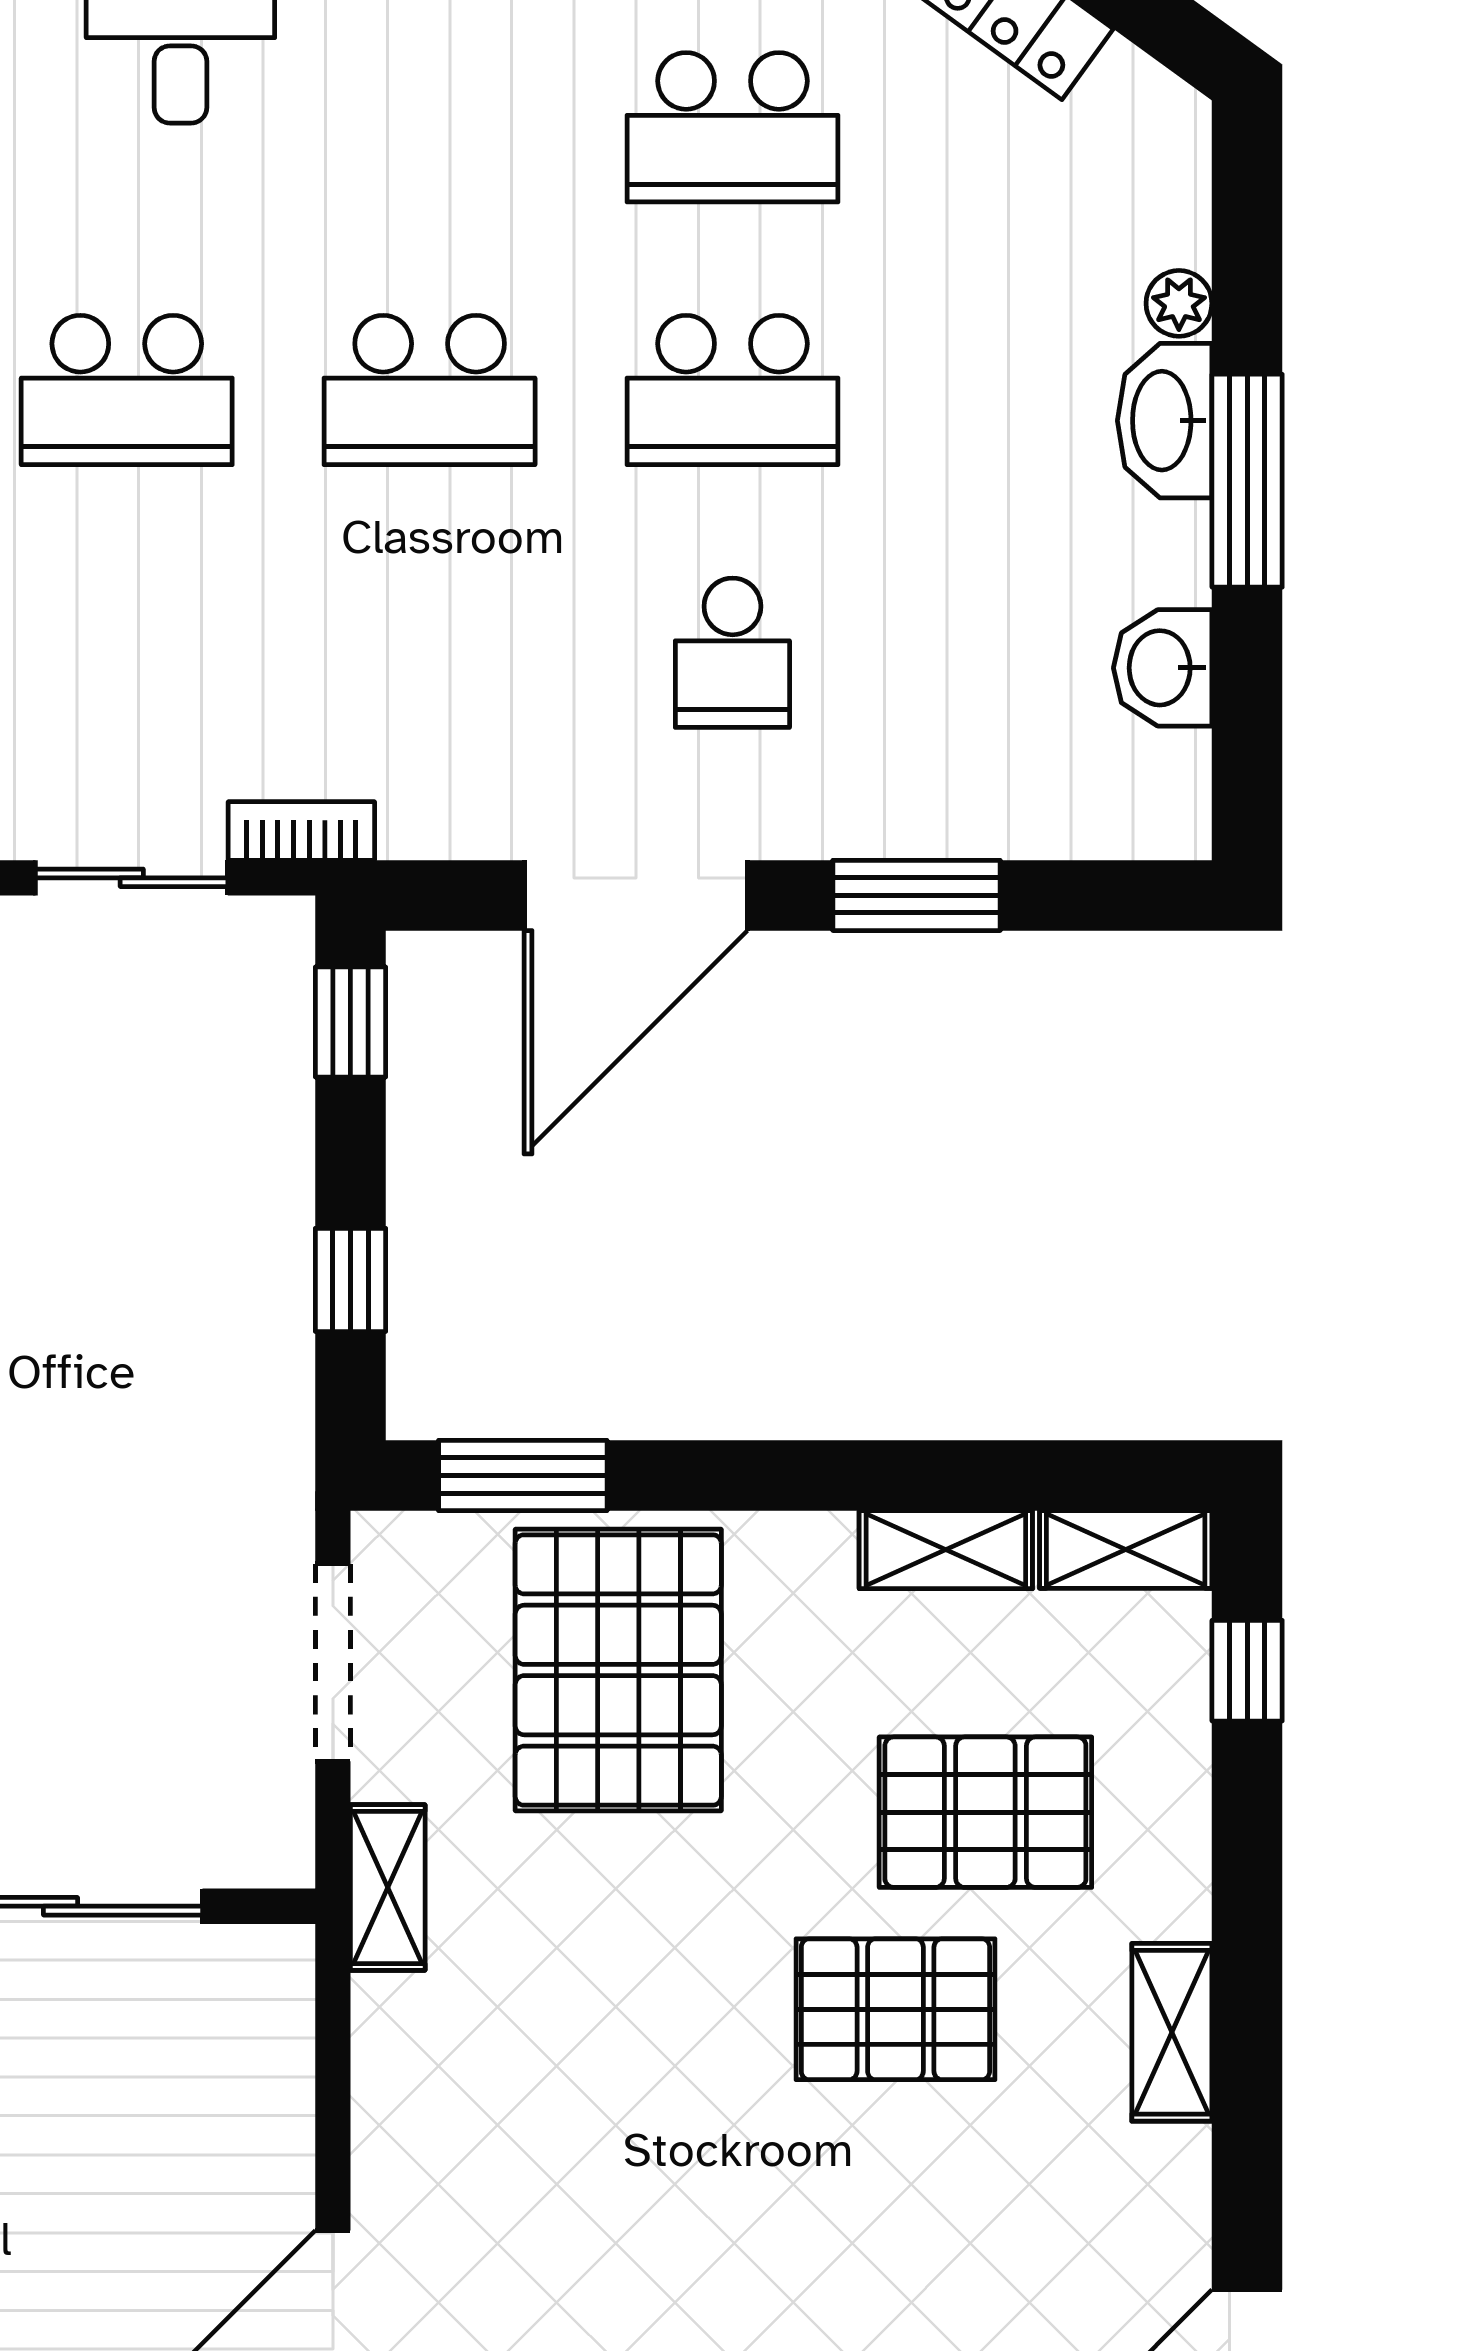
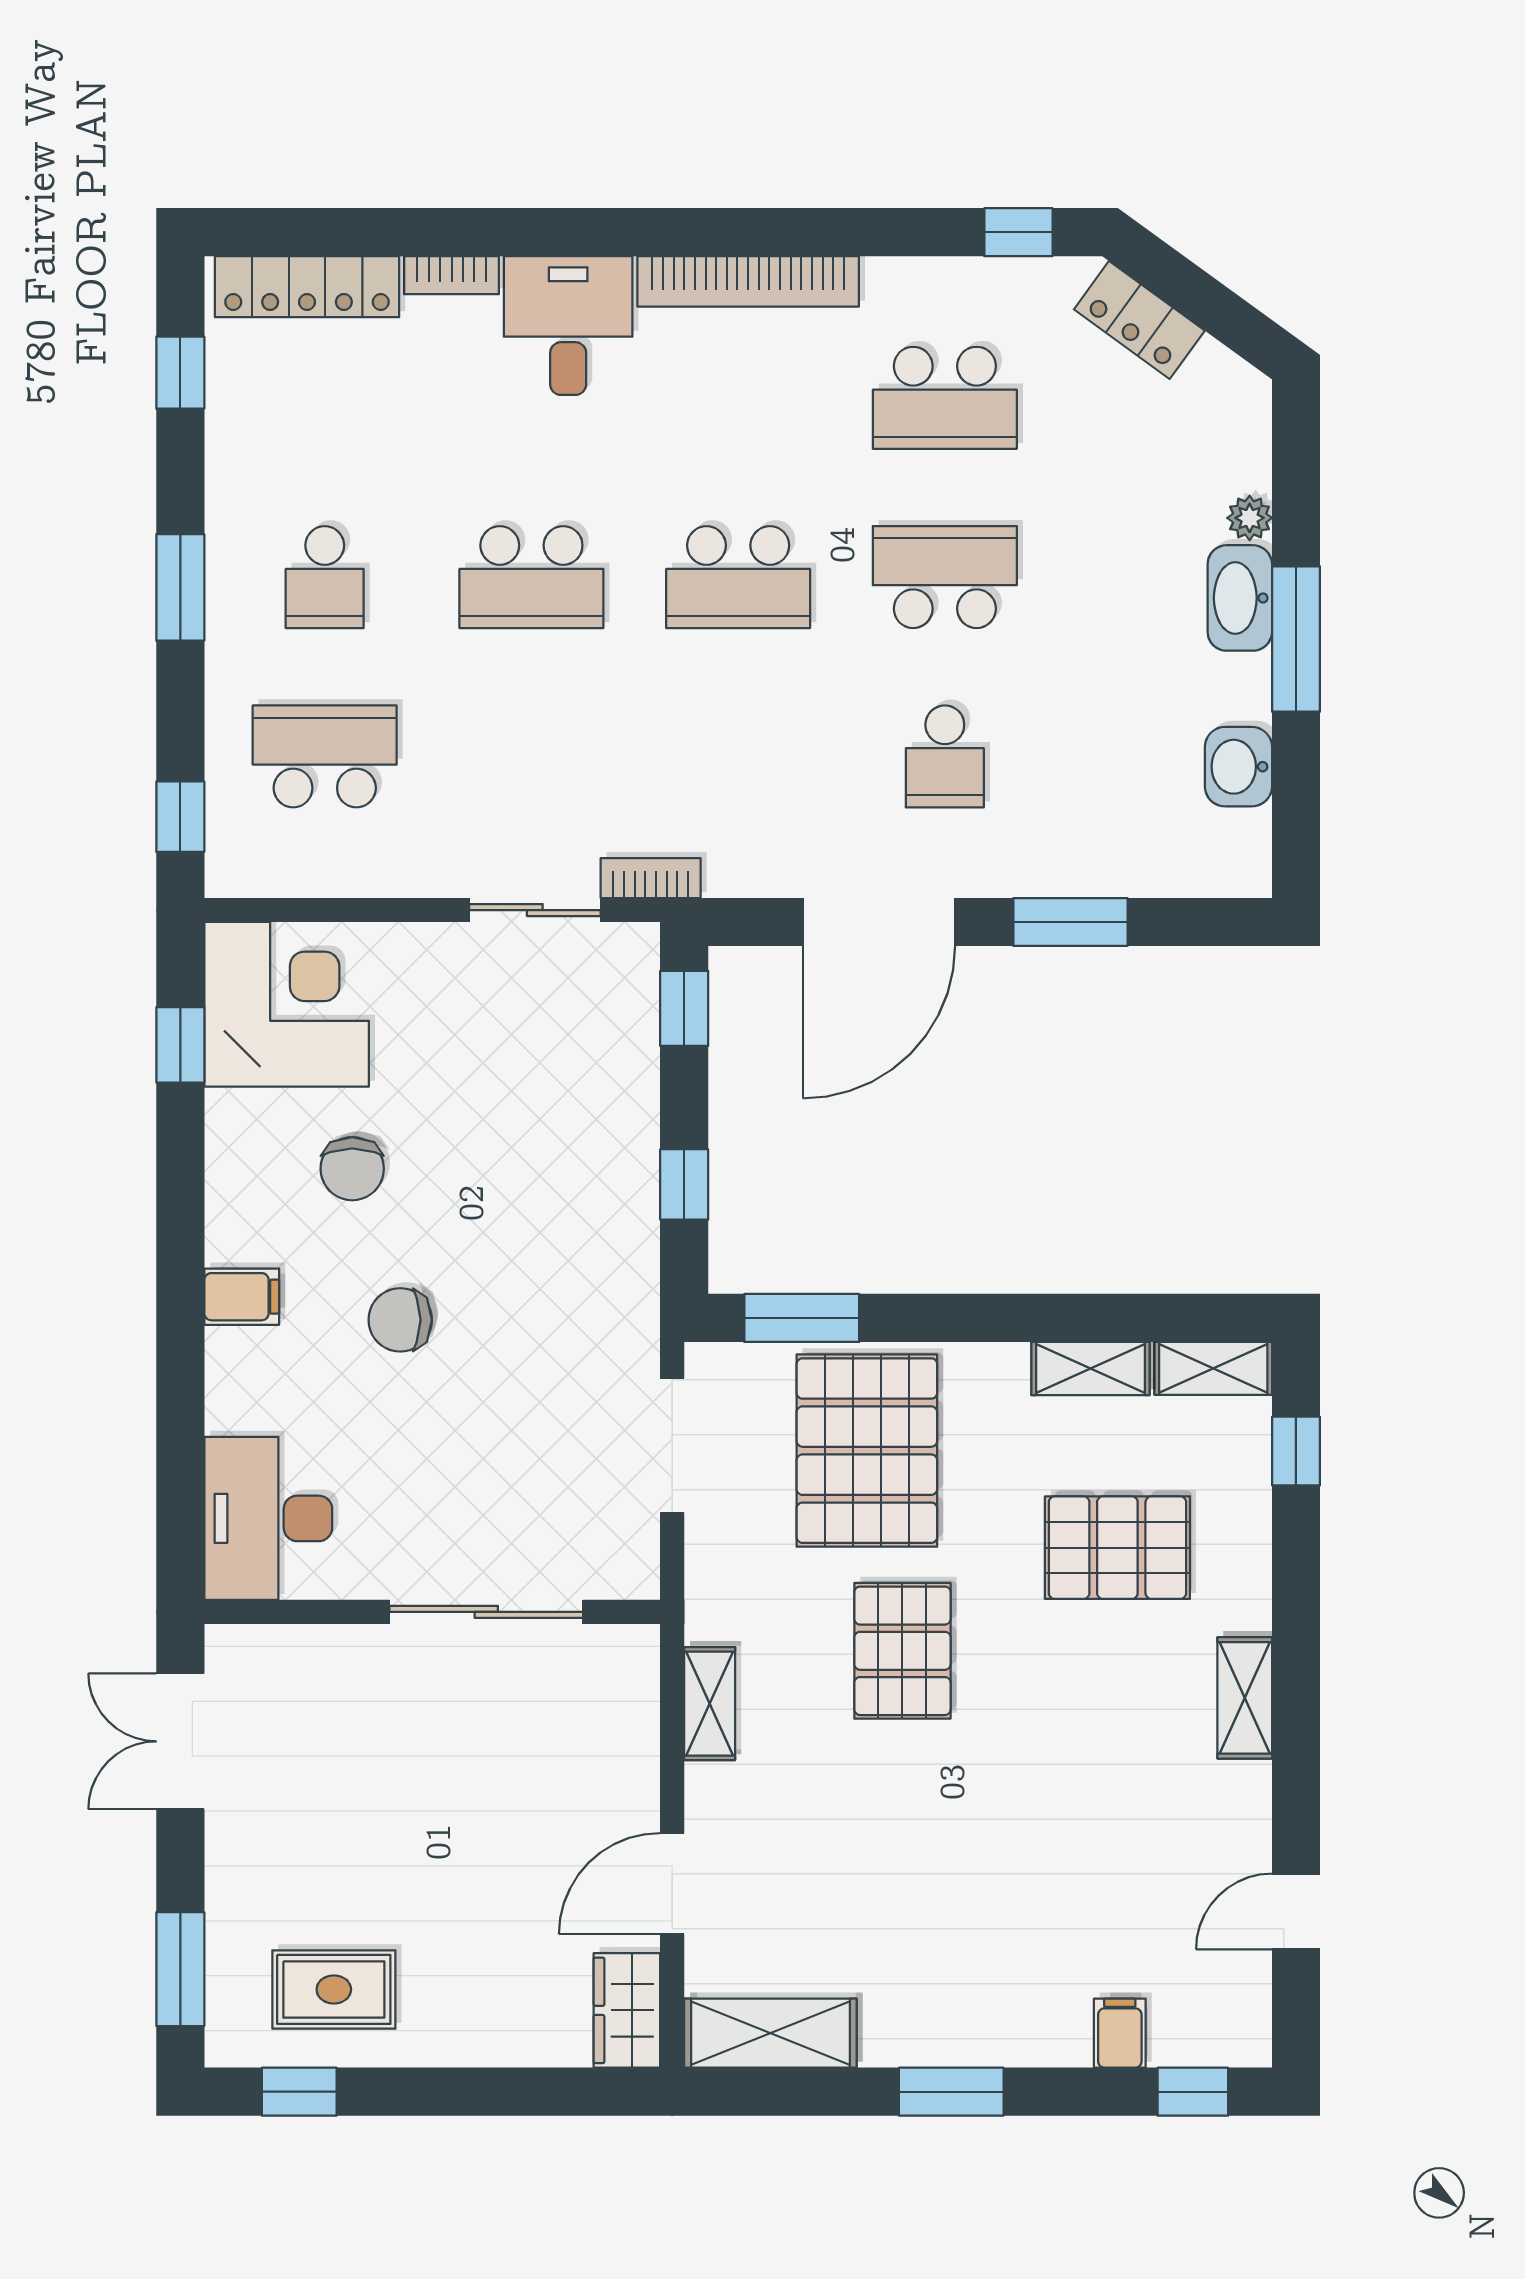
school desk: (732, 390) -> (945, 577), turned 180
shelving: (388, 1888) -> (710, 1704), moved
pallet: (895, 2009) -> (902, 1651), moved, turned 90

